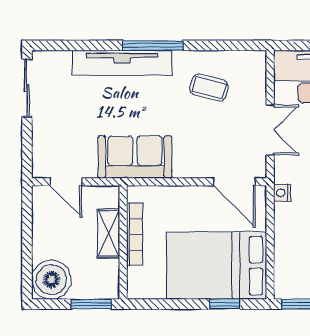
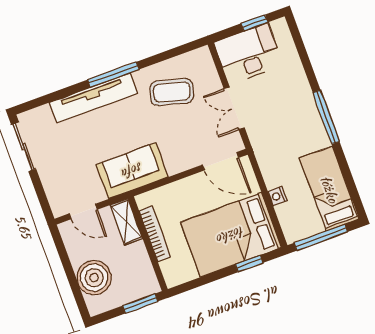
coffee table: (209, 88) -> (172, 92), width x1.36, depth x1.30
double door: (270, 130) -> (234, 108), swing flipped
nightstand: (282, 193) -> (277, 196), moved
shelving: (108, 233) -> (126, 222), moved
boiler: (51, 280) -> (94, 278), moved

